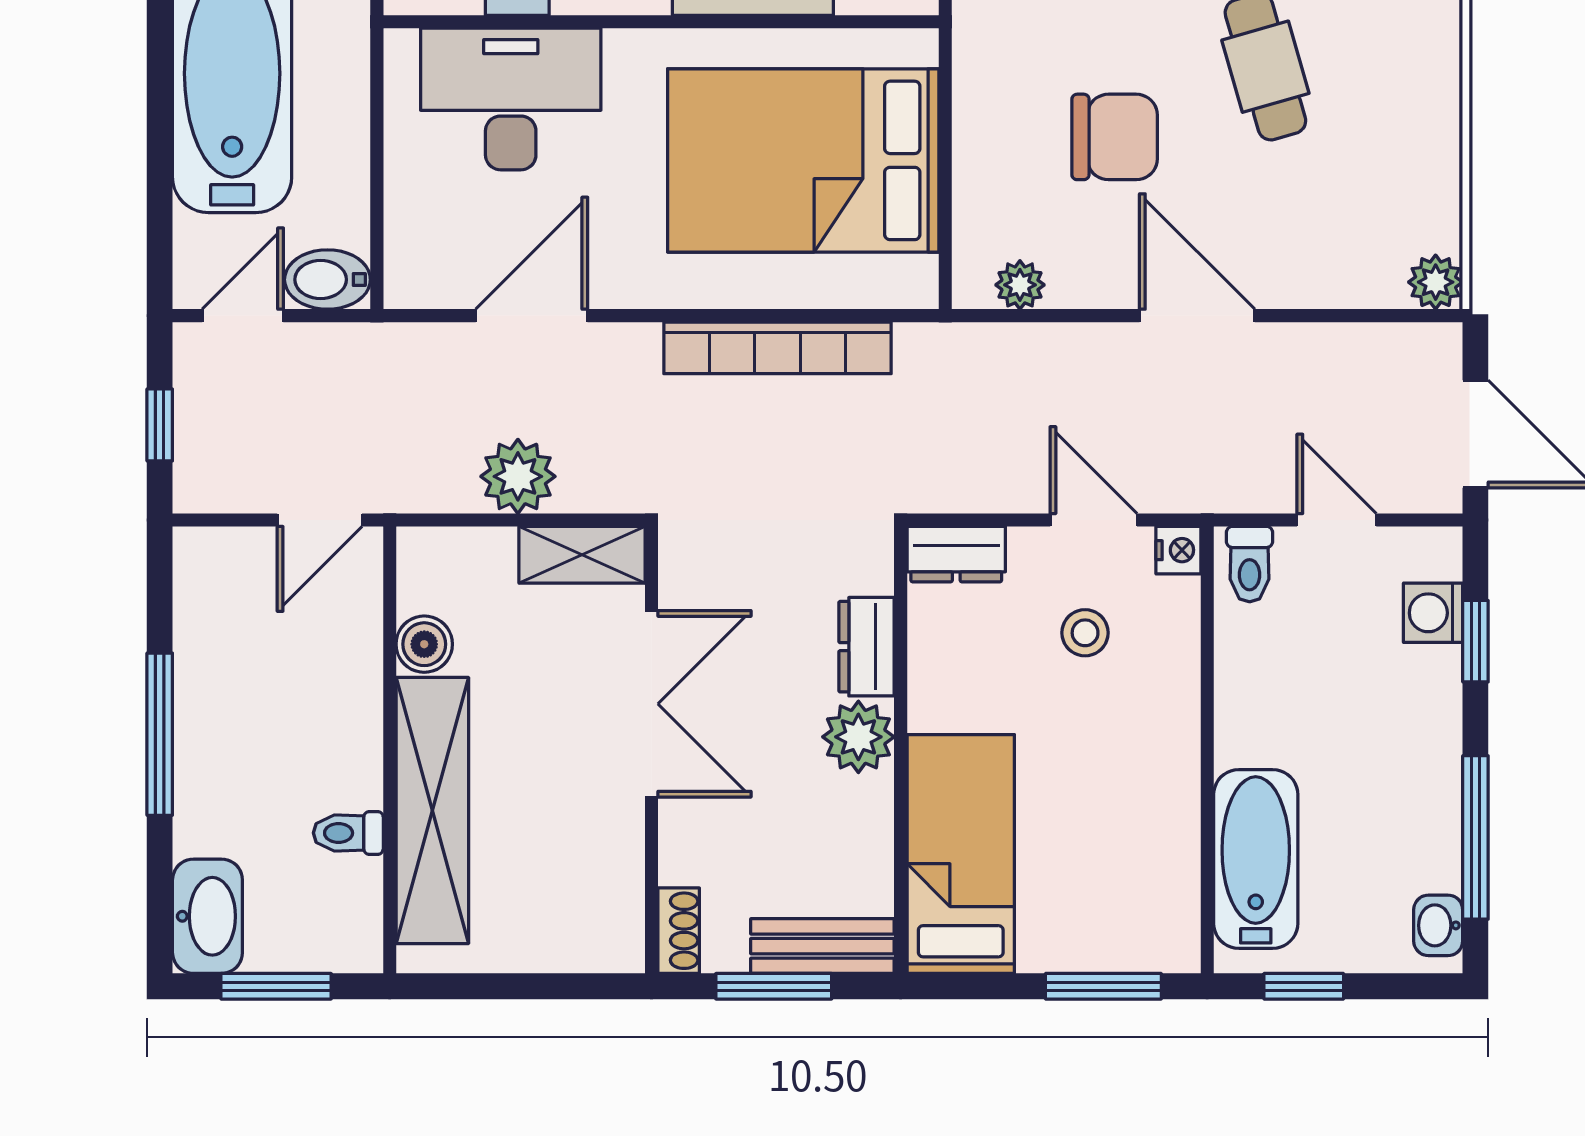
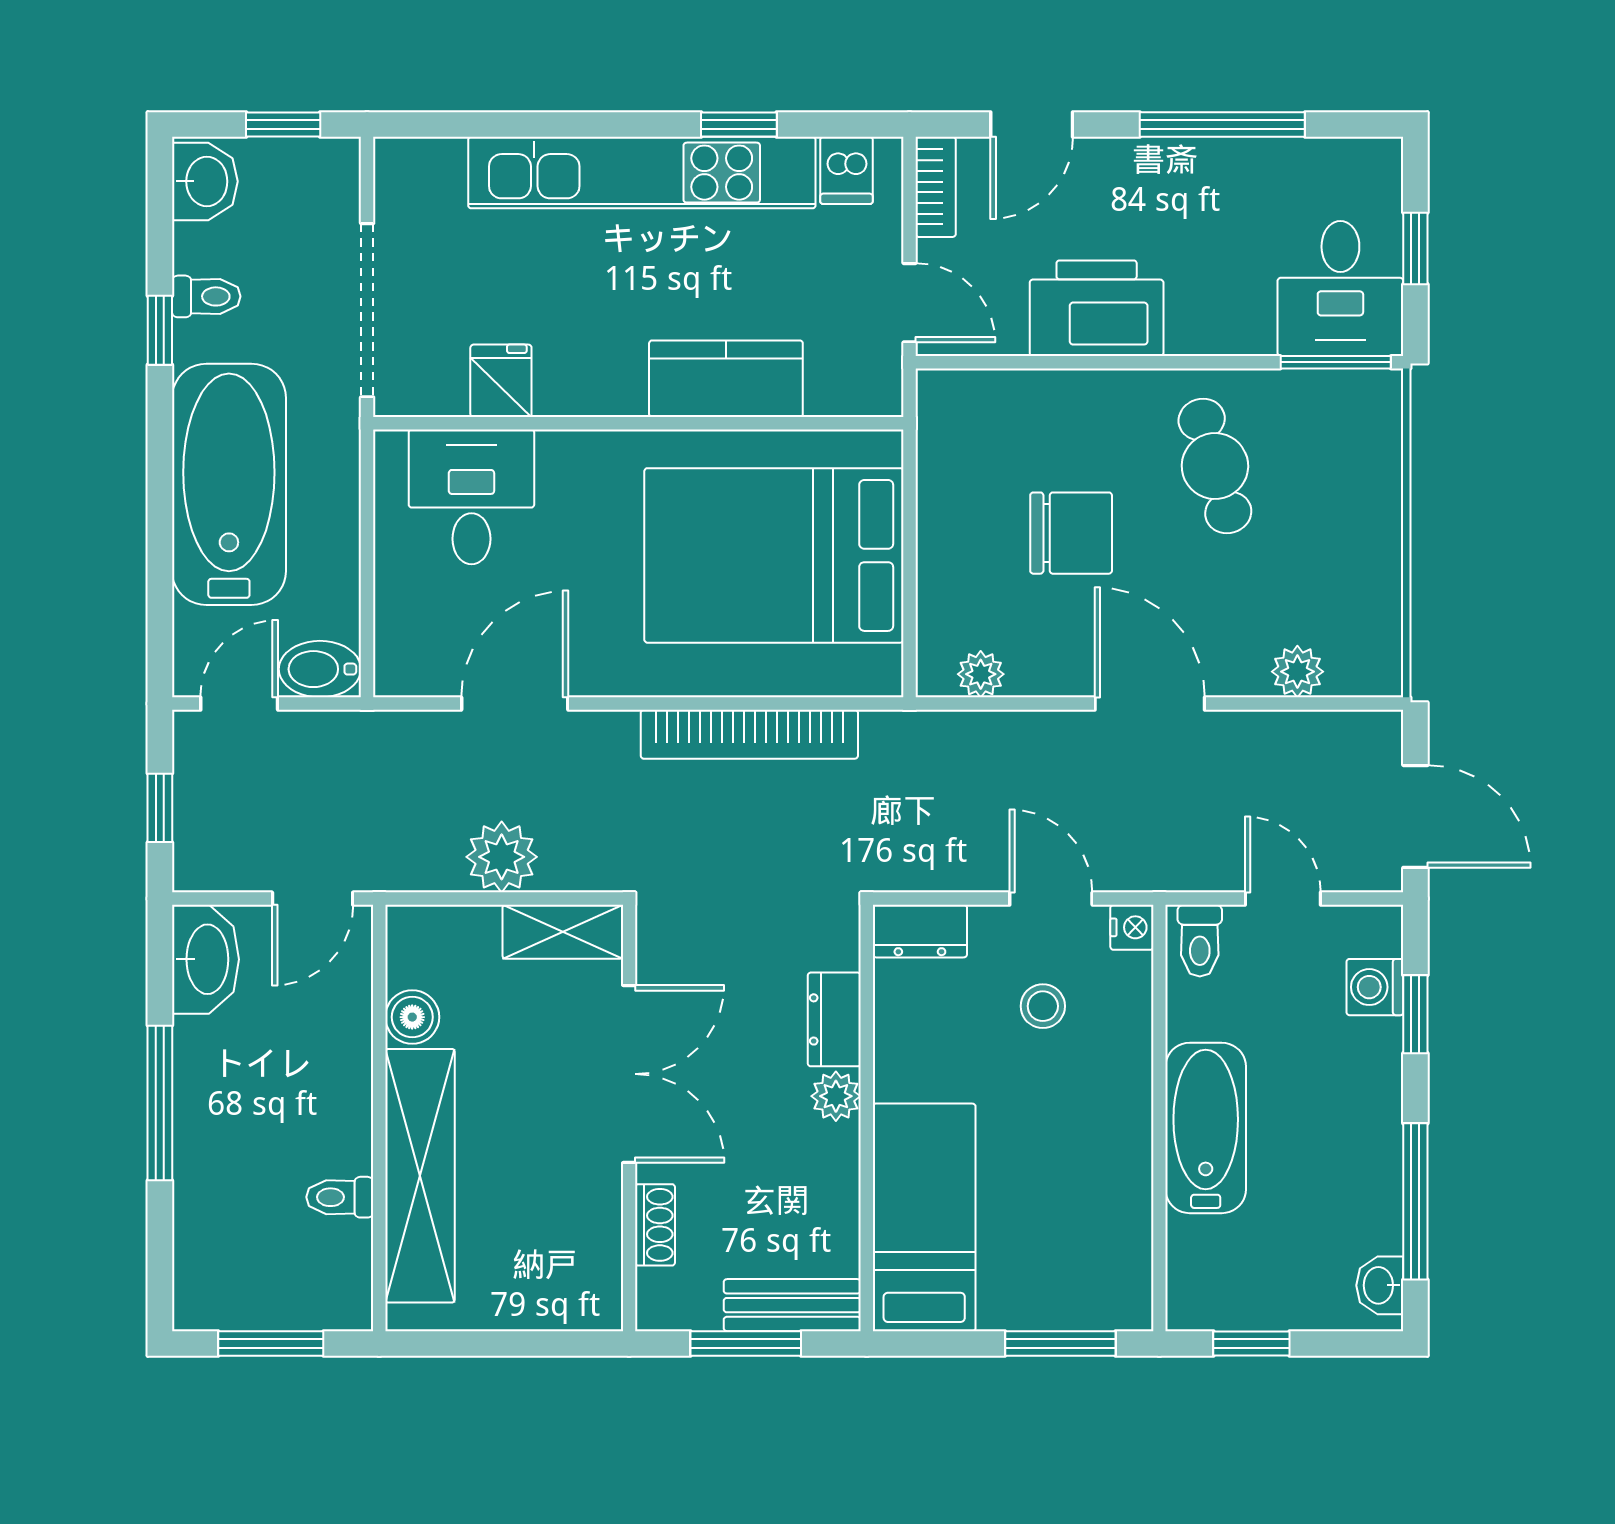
desk: (511, 99) -> (471, 497), width x0.73
plant: (1436, 282) -> (1297, 672), moved
plant: (858, 737) -> (836, 1096), width x0.73, depth x0.73
bathtub: (1256, 859) -> (1206, 1128), moved
washbasin: (207, 916) -> (205, 959), moved
shoe rack: (679, 931) -> (655, 1225), moved

